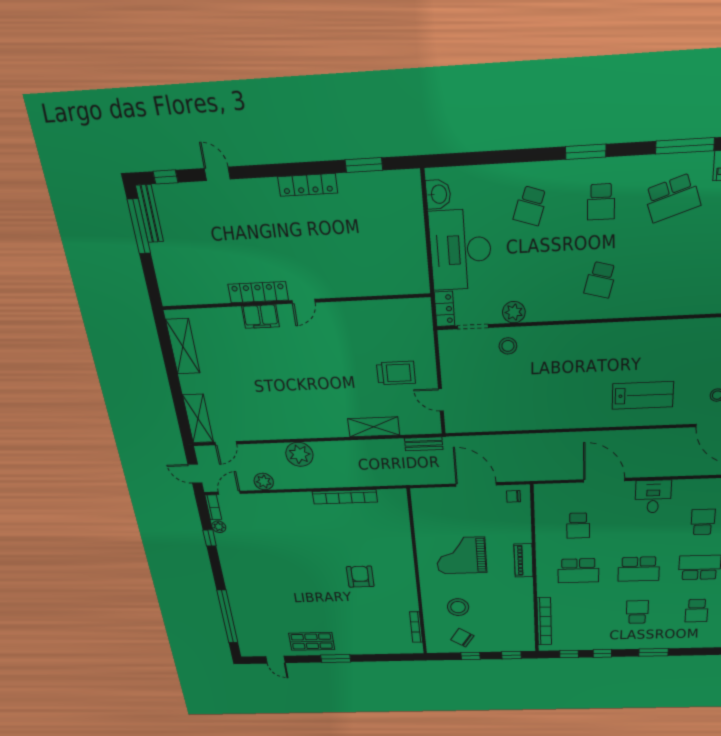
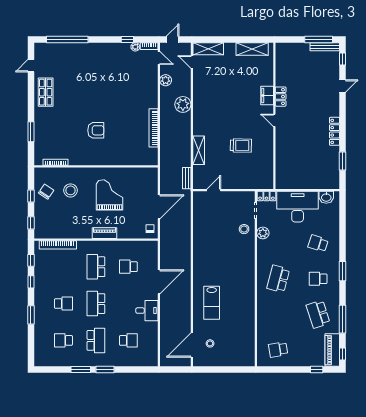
school desk: (600, 280) -> (278, 279), width x1.85
locker: (258, 292) -> (281, 97), width x0.66
trolley: (396, 373) -> (241, 145), moved, turned -89
window: (336, 659) -> (31, 132), moved

